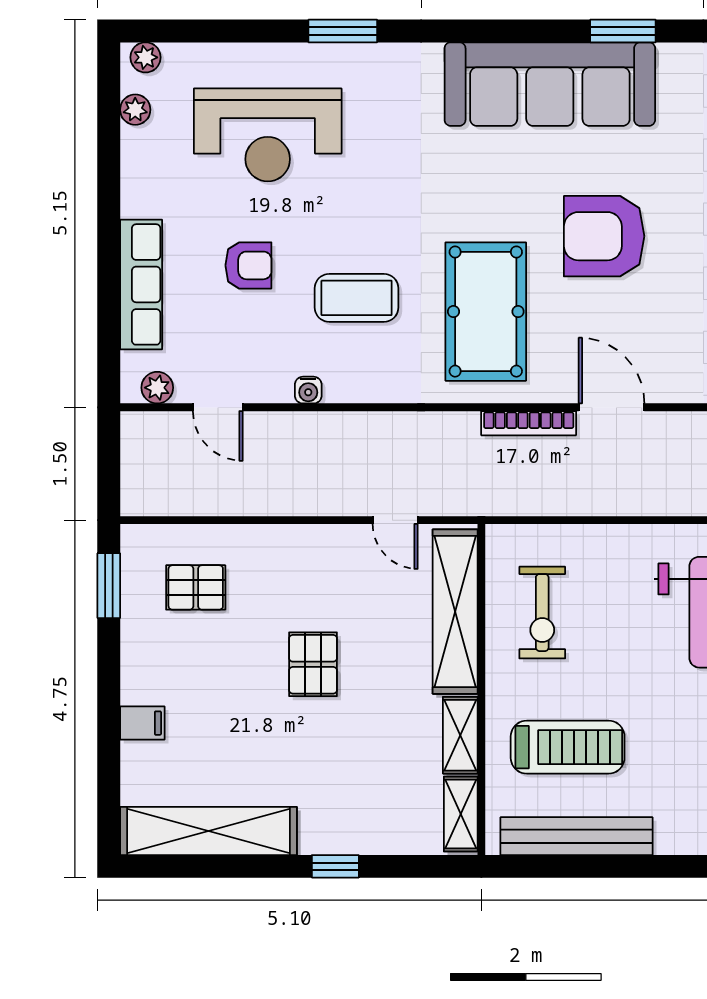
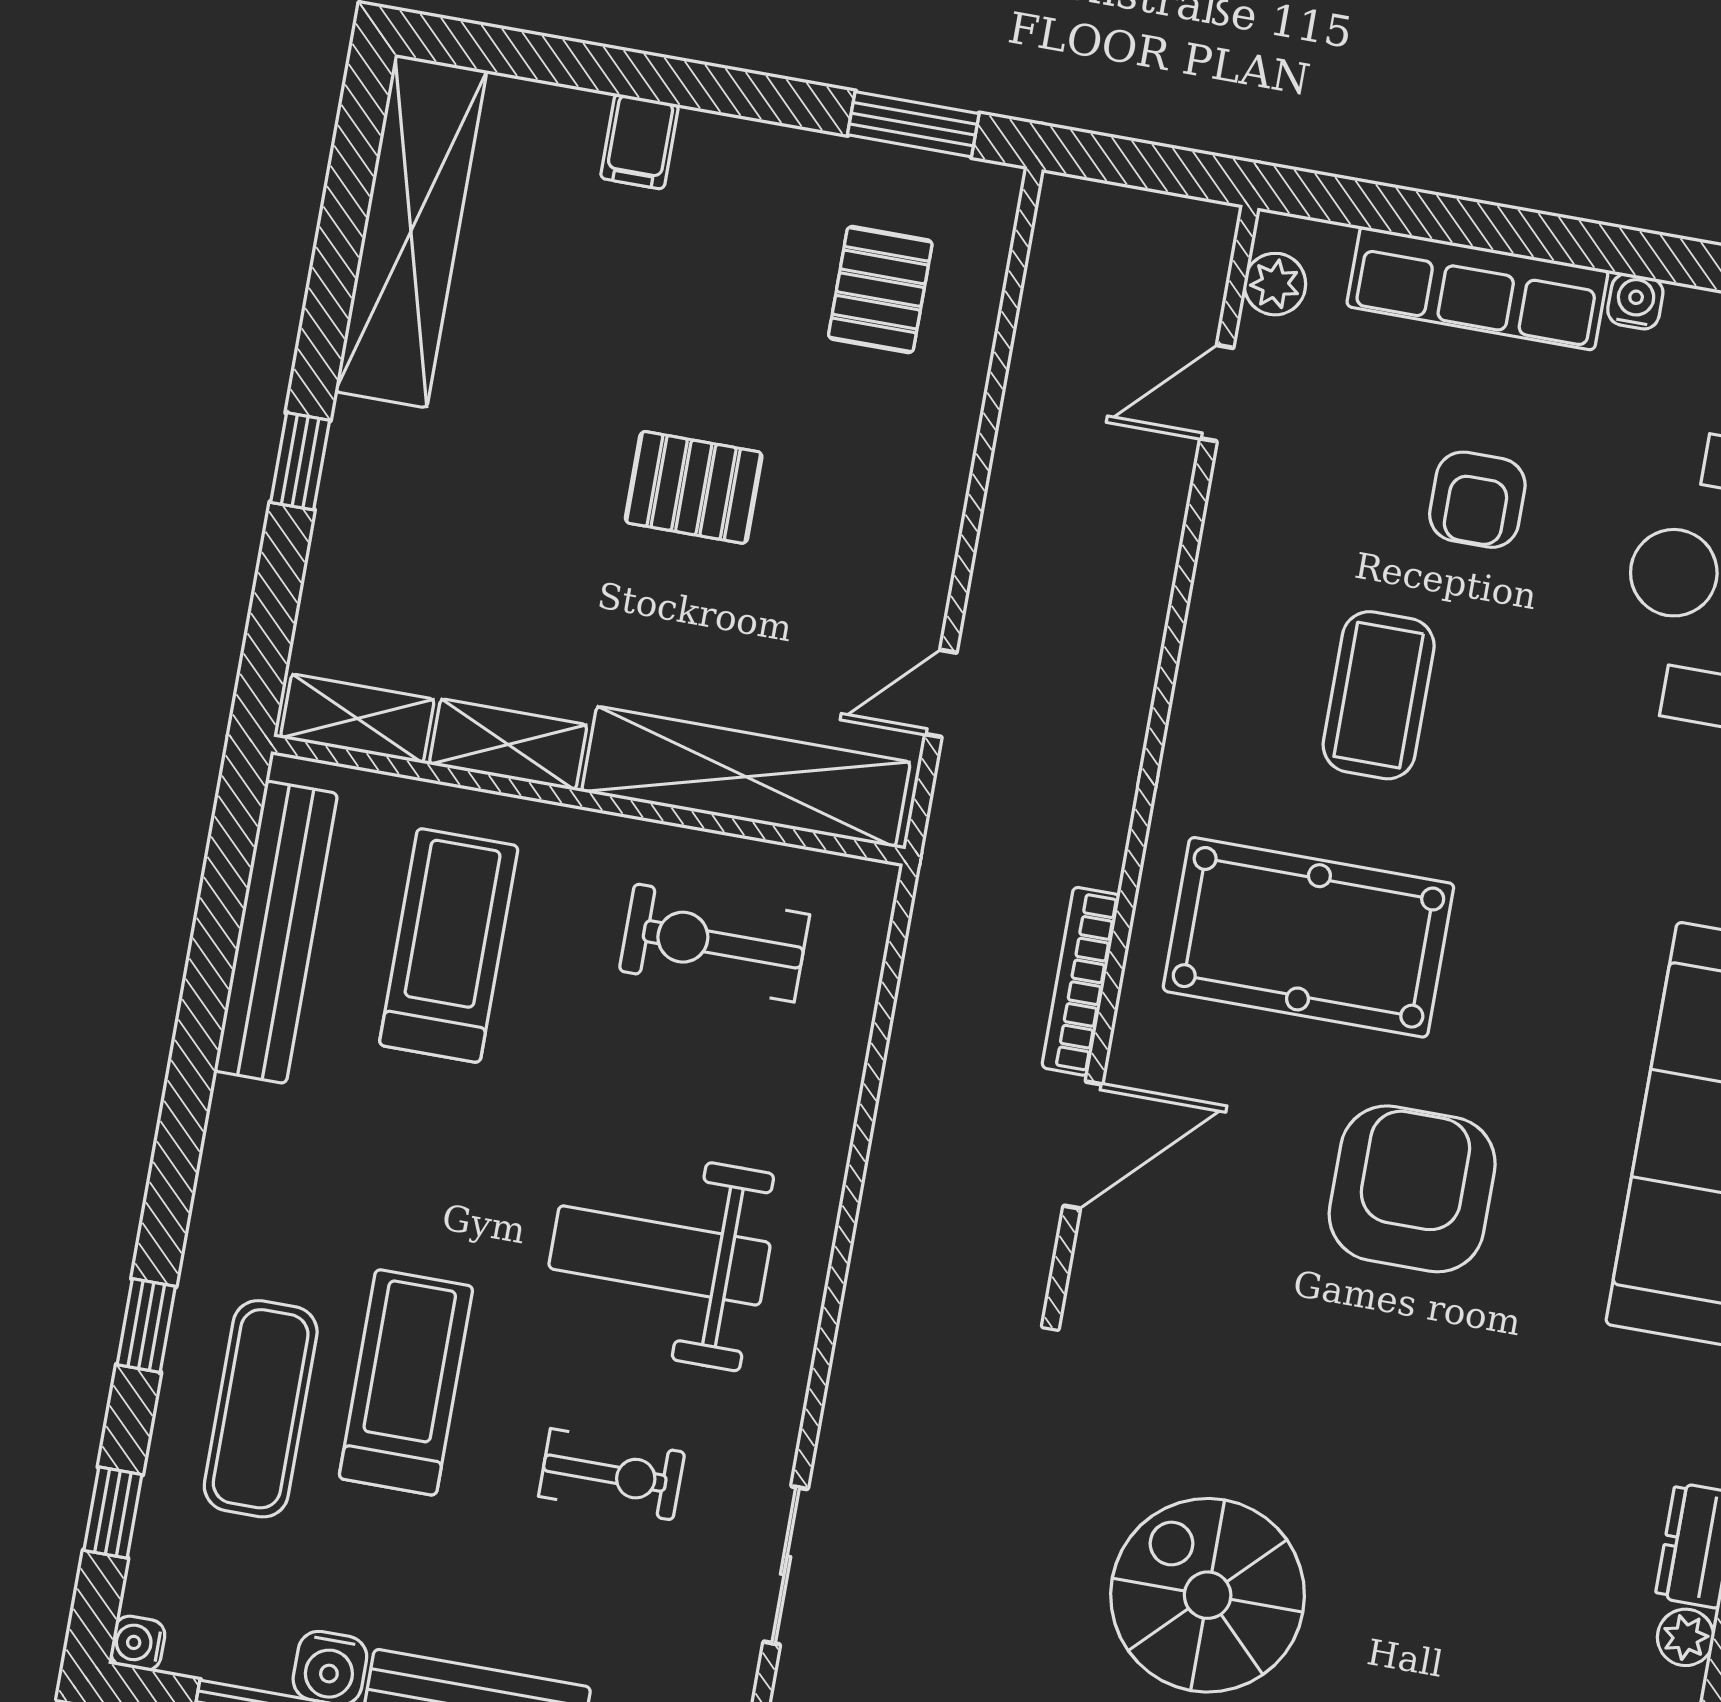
water cooler: (308, 390) -> (1635, 301), moved, turned 90
treadmill: (568, 747) -> (449, 945), turned 180

